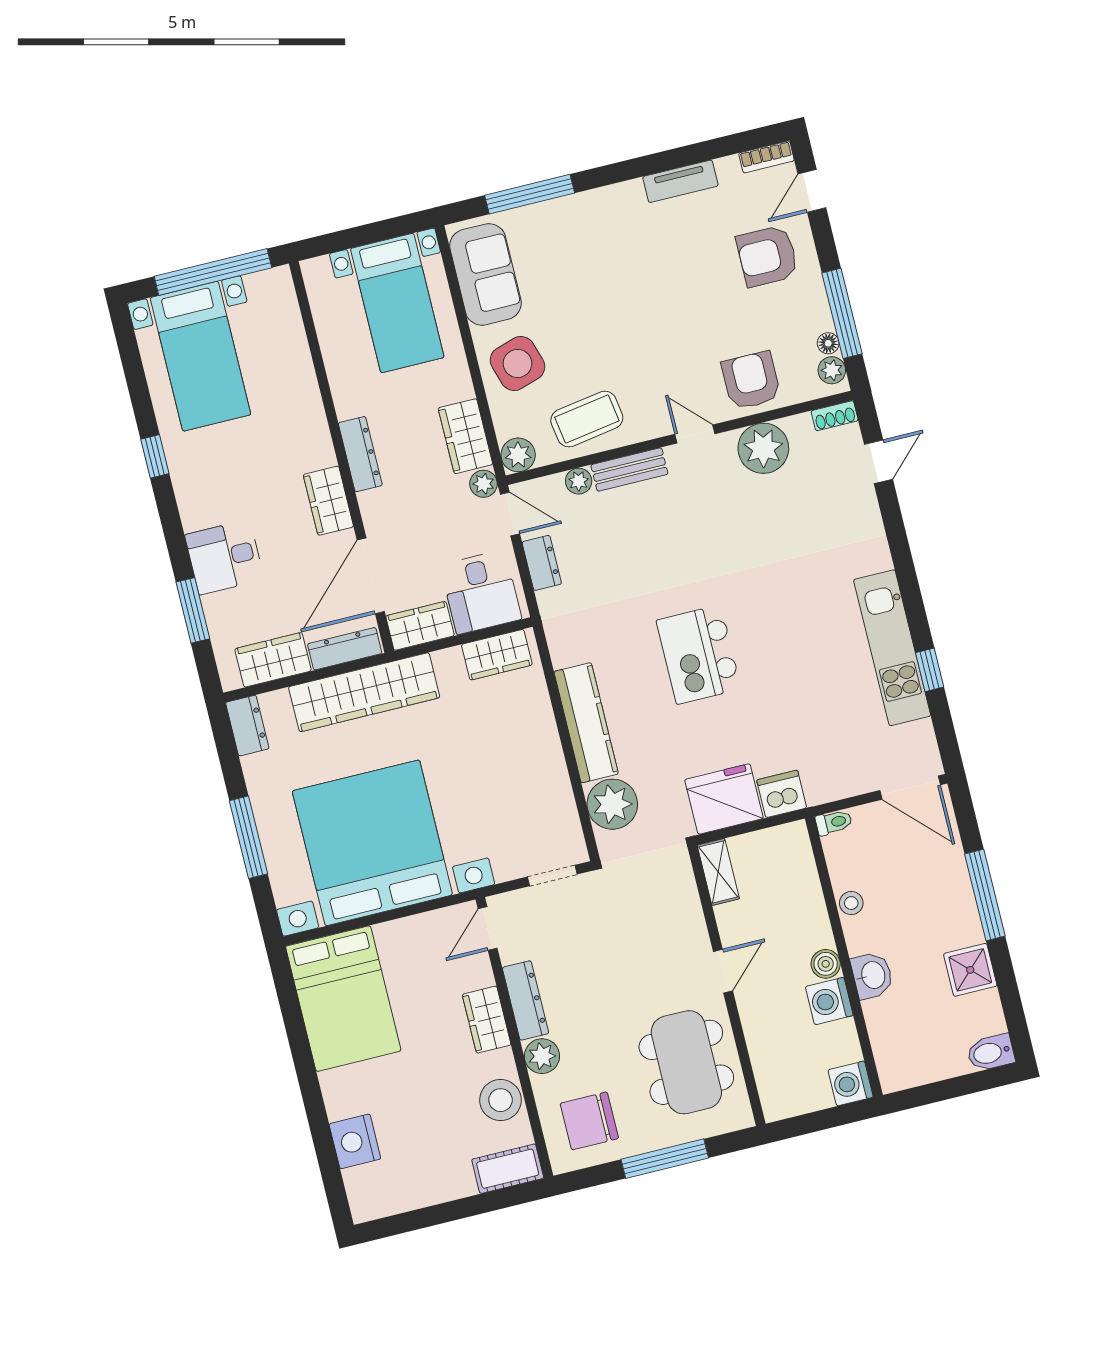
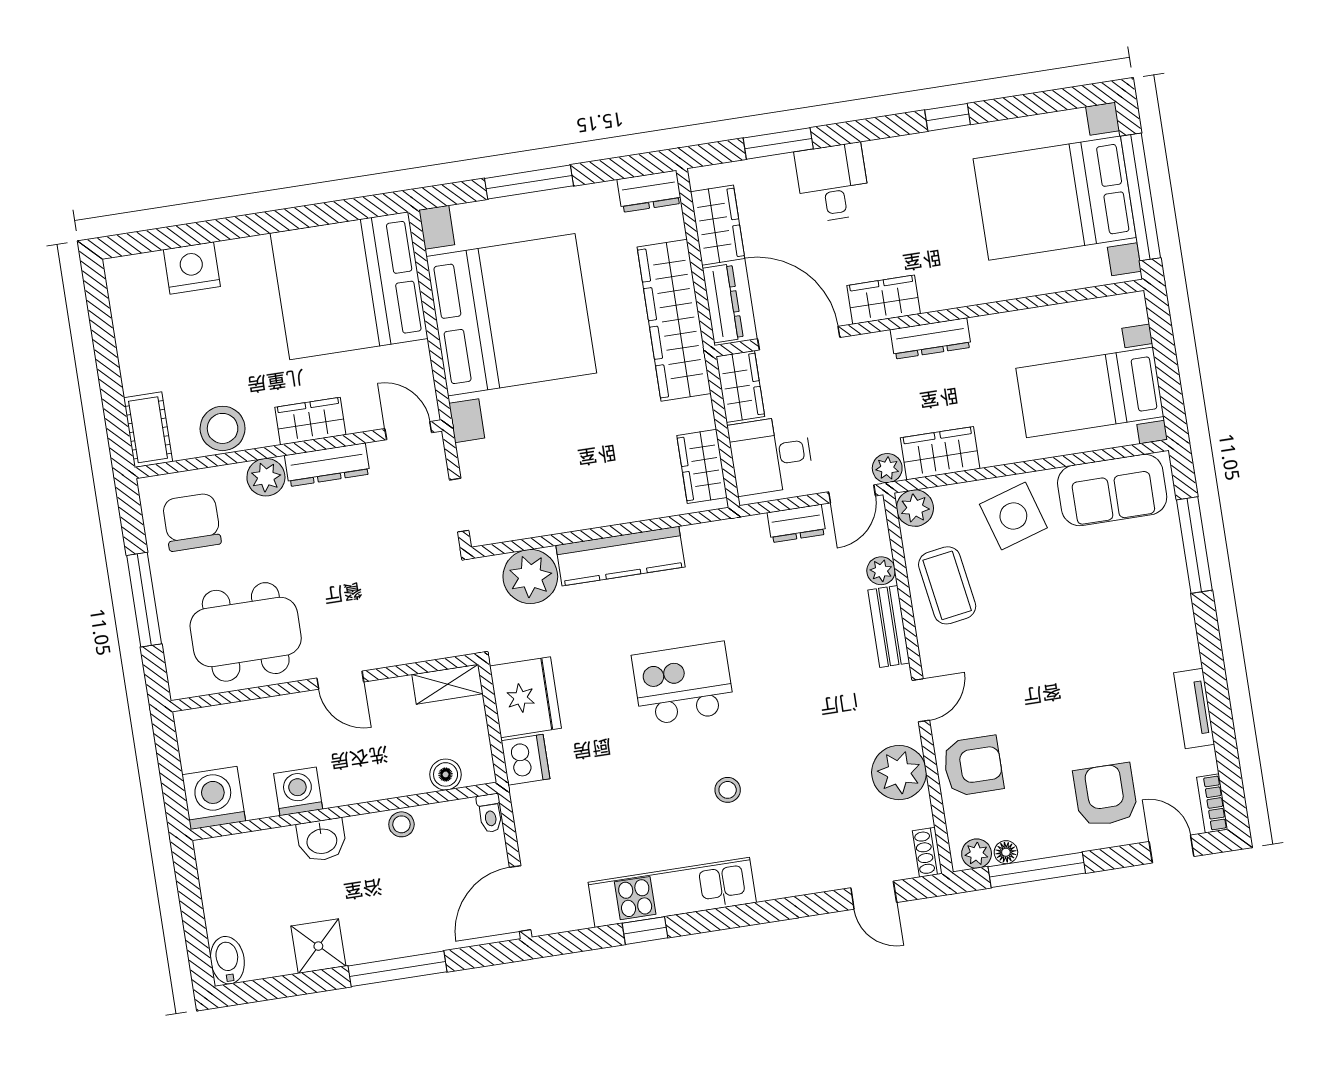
bed with nightstands: (200, 356) -> (1055, 198), width x1.36
stool: (793, 605) -> (728, 790), added
boiler: (826, 964) -> (446, 774), moved
bed: (343, 999) -> (349, 286), width x1.36
washing machine: (851, 1083) -> (214, 798), width x1.37, depth x1.37

